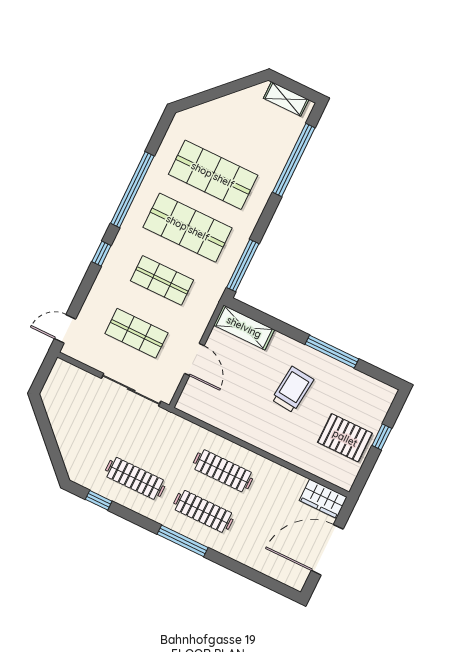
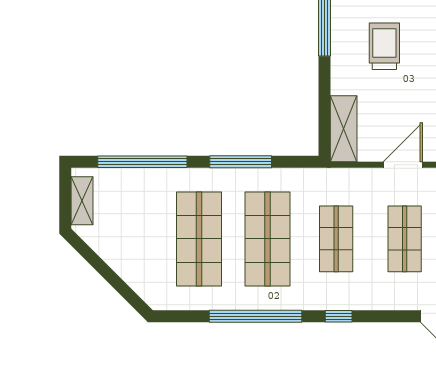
window: (243, 266) -> (241, 162), moved
trolley: (293, 390) -> (384, 46), turned 84

